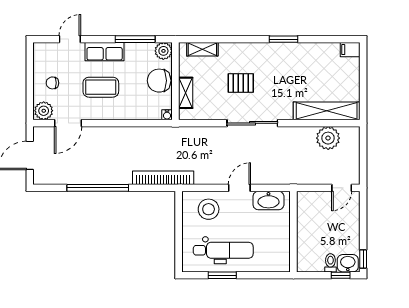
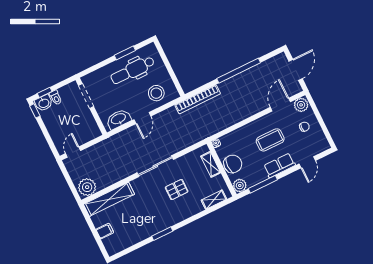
filing cabinet: (350, 50) -> (105, 231), moved
plant: (328, 138) -> (87, 187), moved
doorway: (293, 247) -> (86, 96), added

